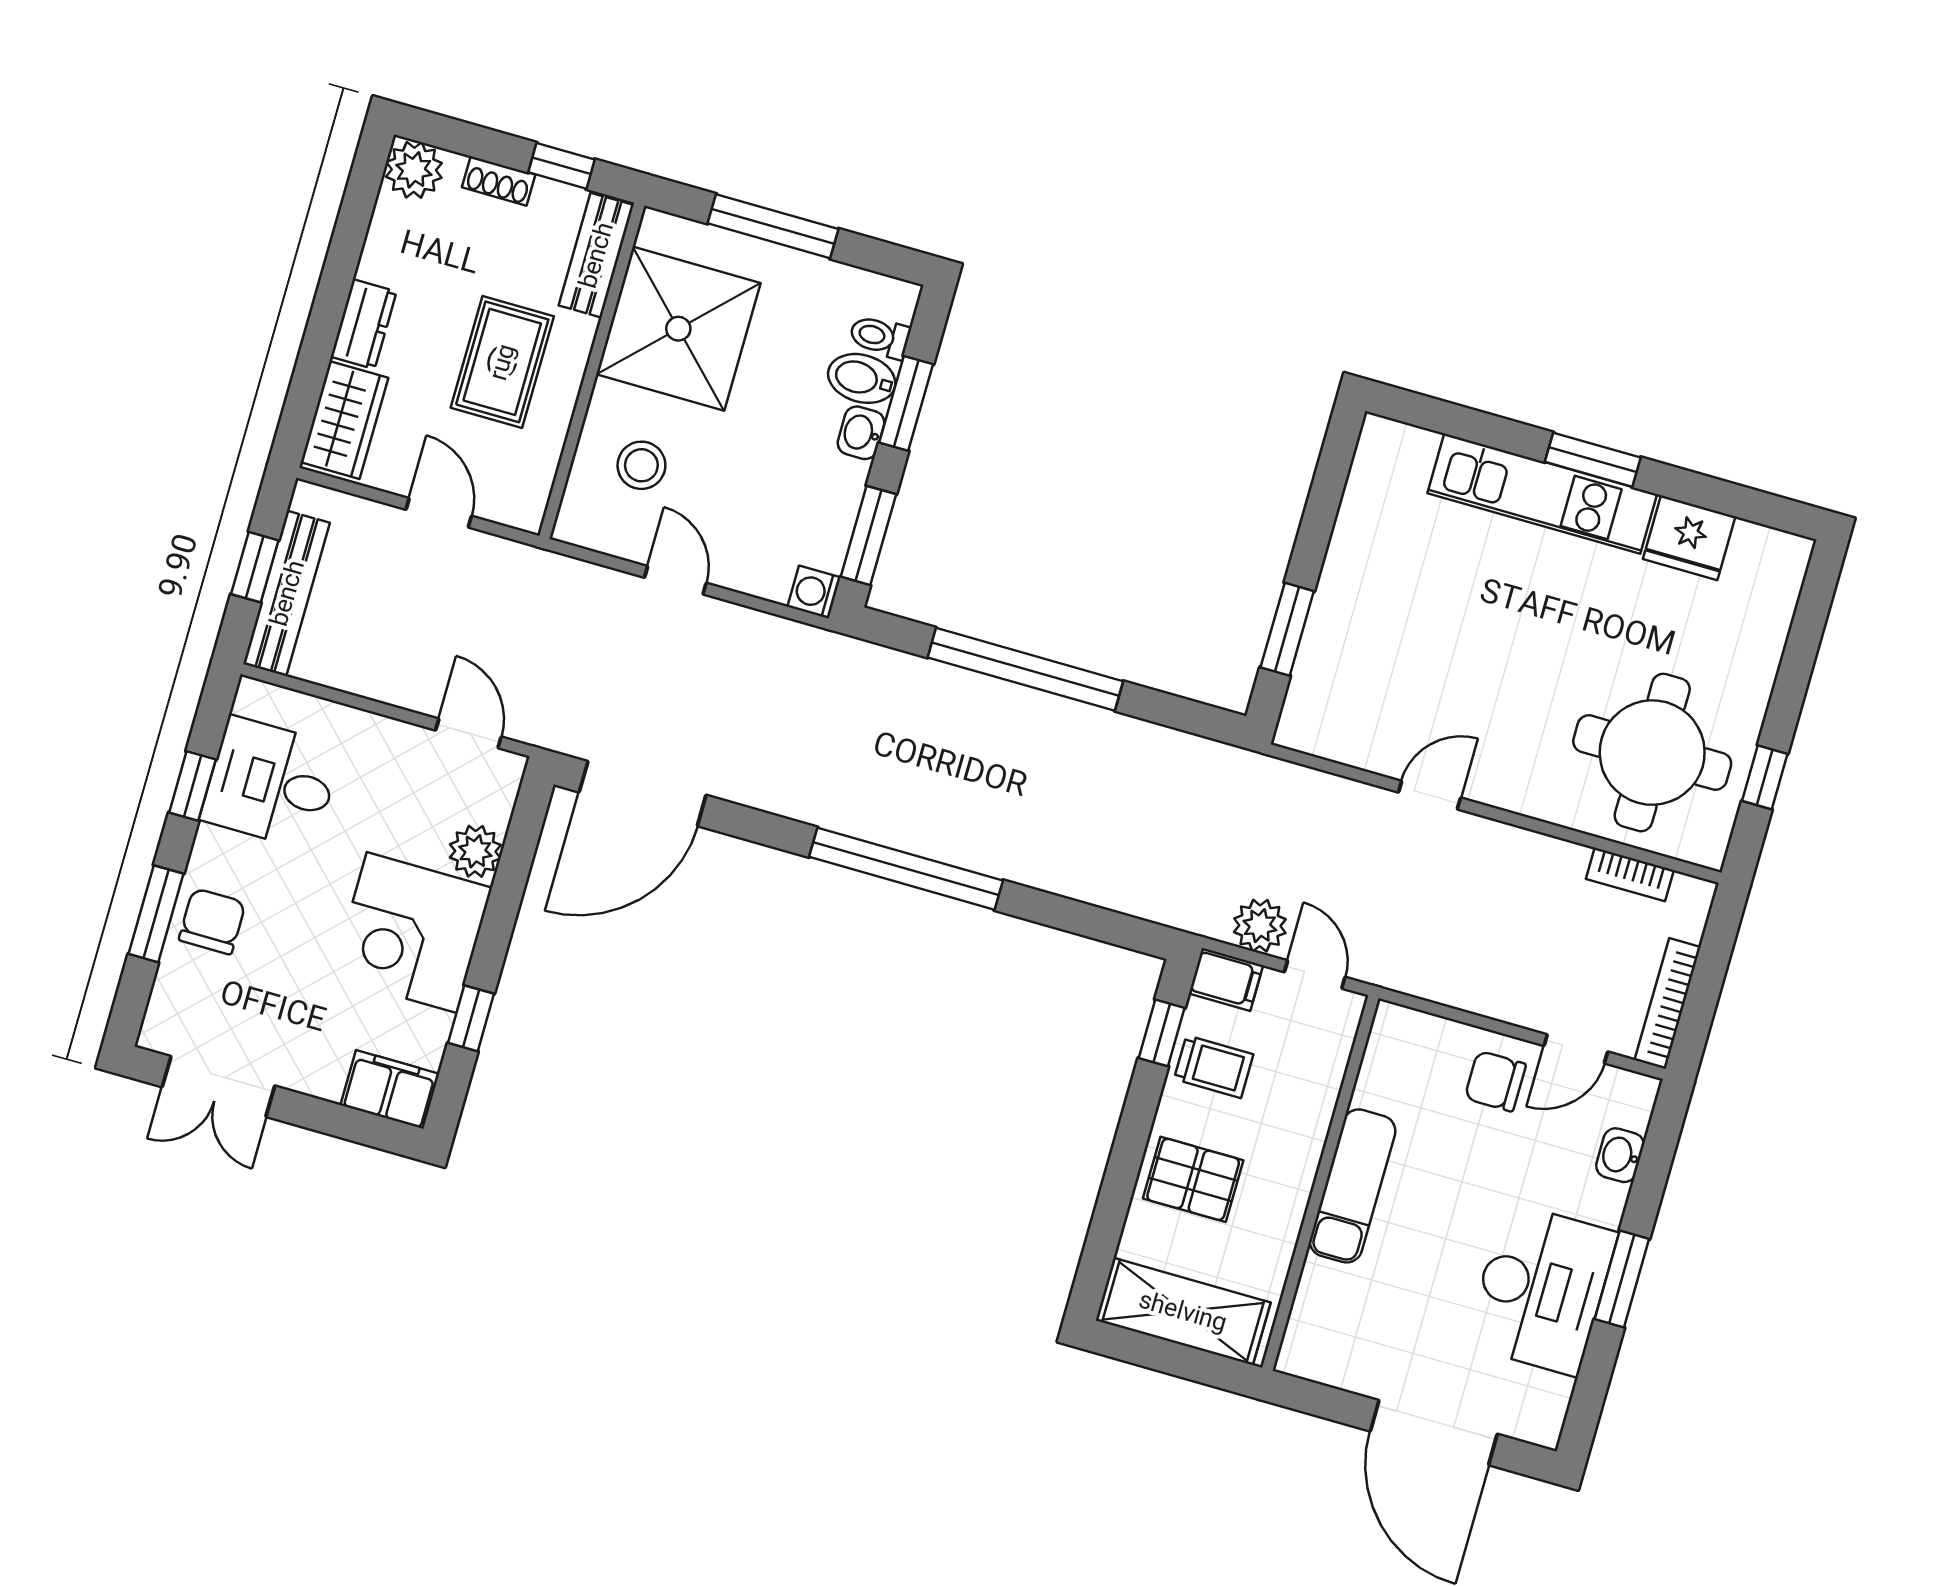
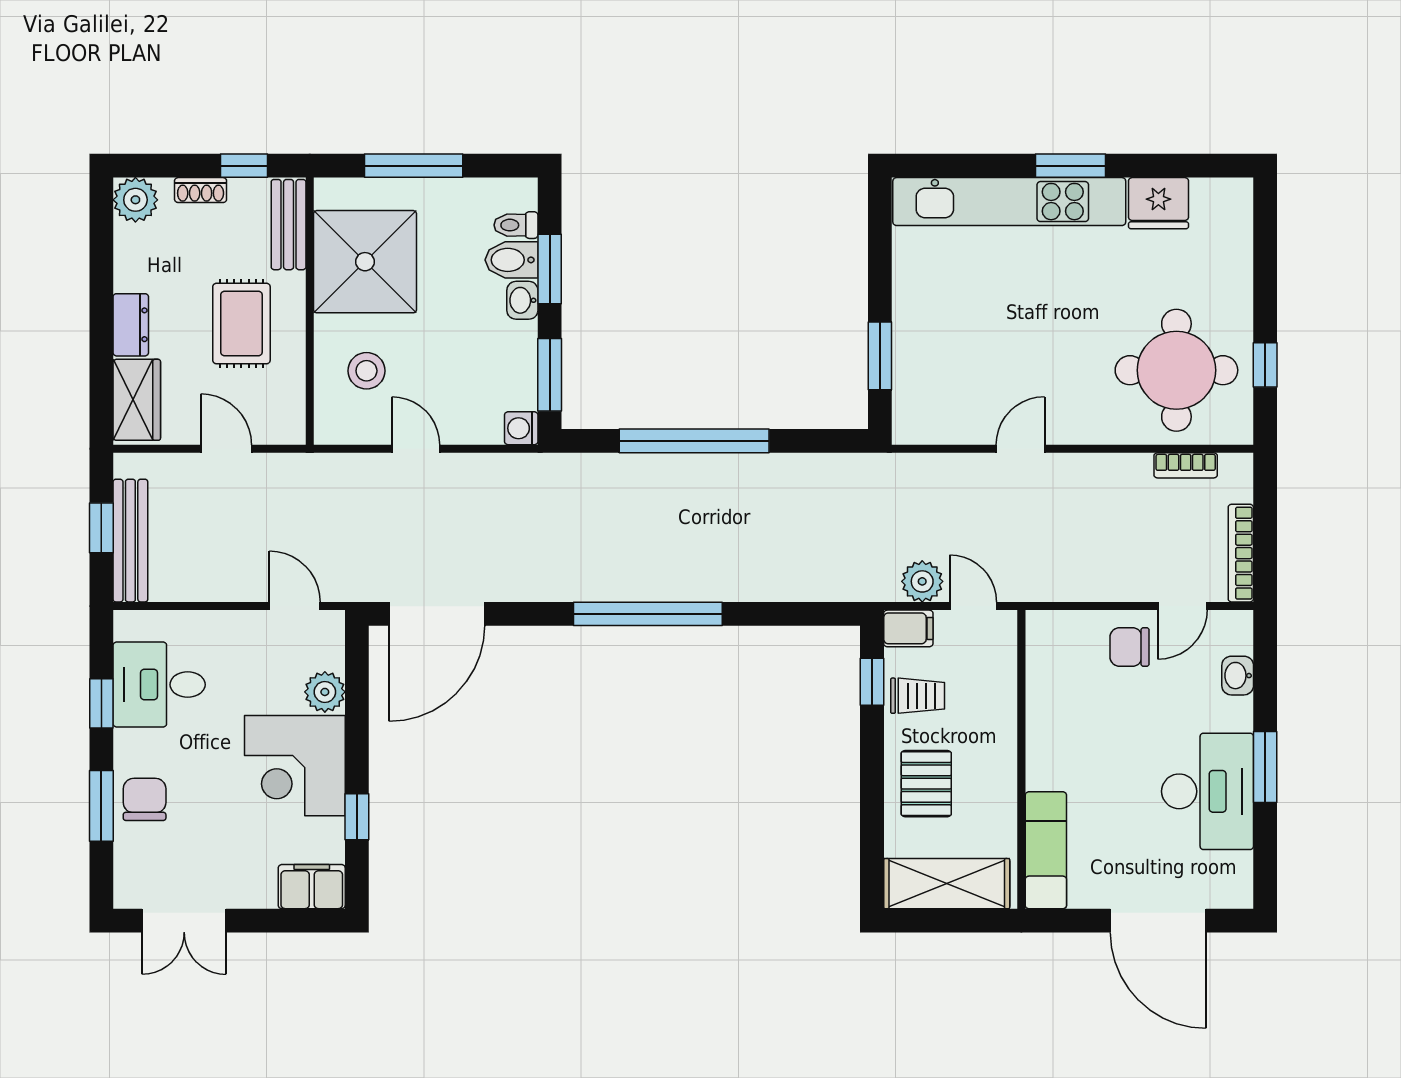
kitchen unit: (1542, 494) -> (1009, 202), width x1.36
pallet: (1193, 1179) -> (926, 784), turned 90
exam couch: (1353, 1186) -> (1046, 850), moved

